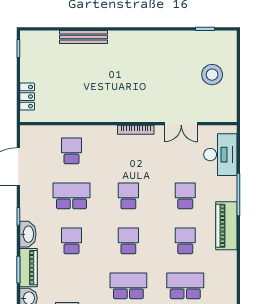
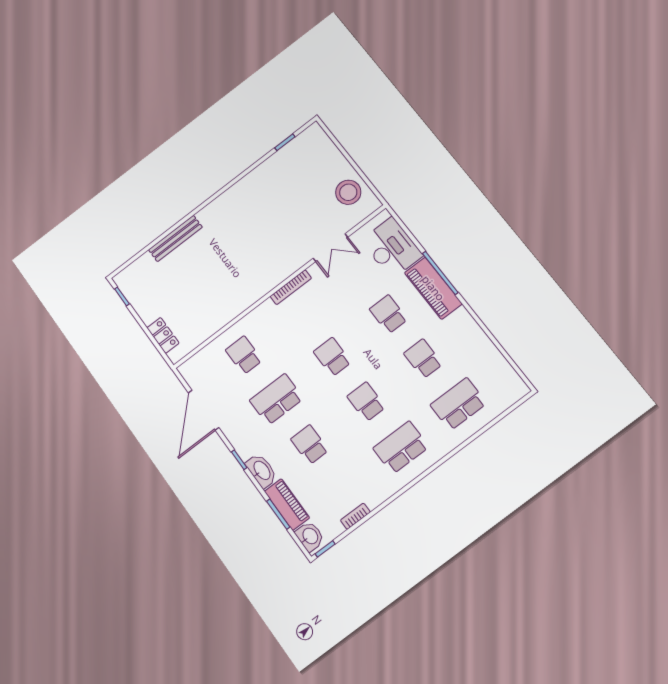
stool: (212, 75) -> (348, 192), moved
piano: (226, 226) -> (433, 288), moved

